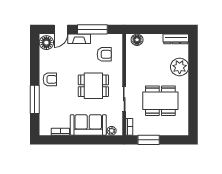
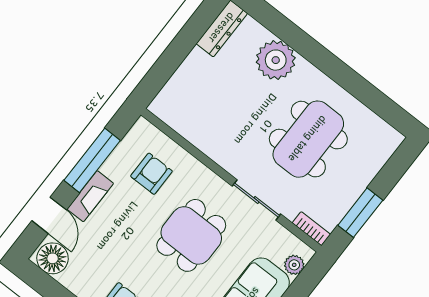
floor lamp: (137, 40) -> (171, 97), removed

